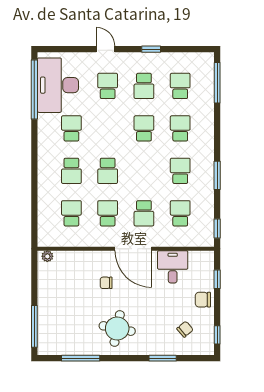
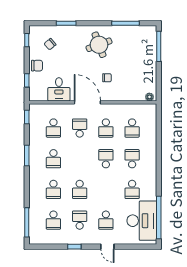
round table: (117, 328) -> (99, 45), turned -31

